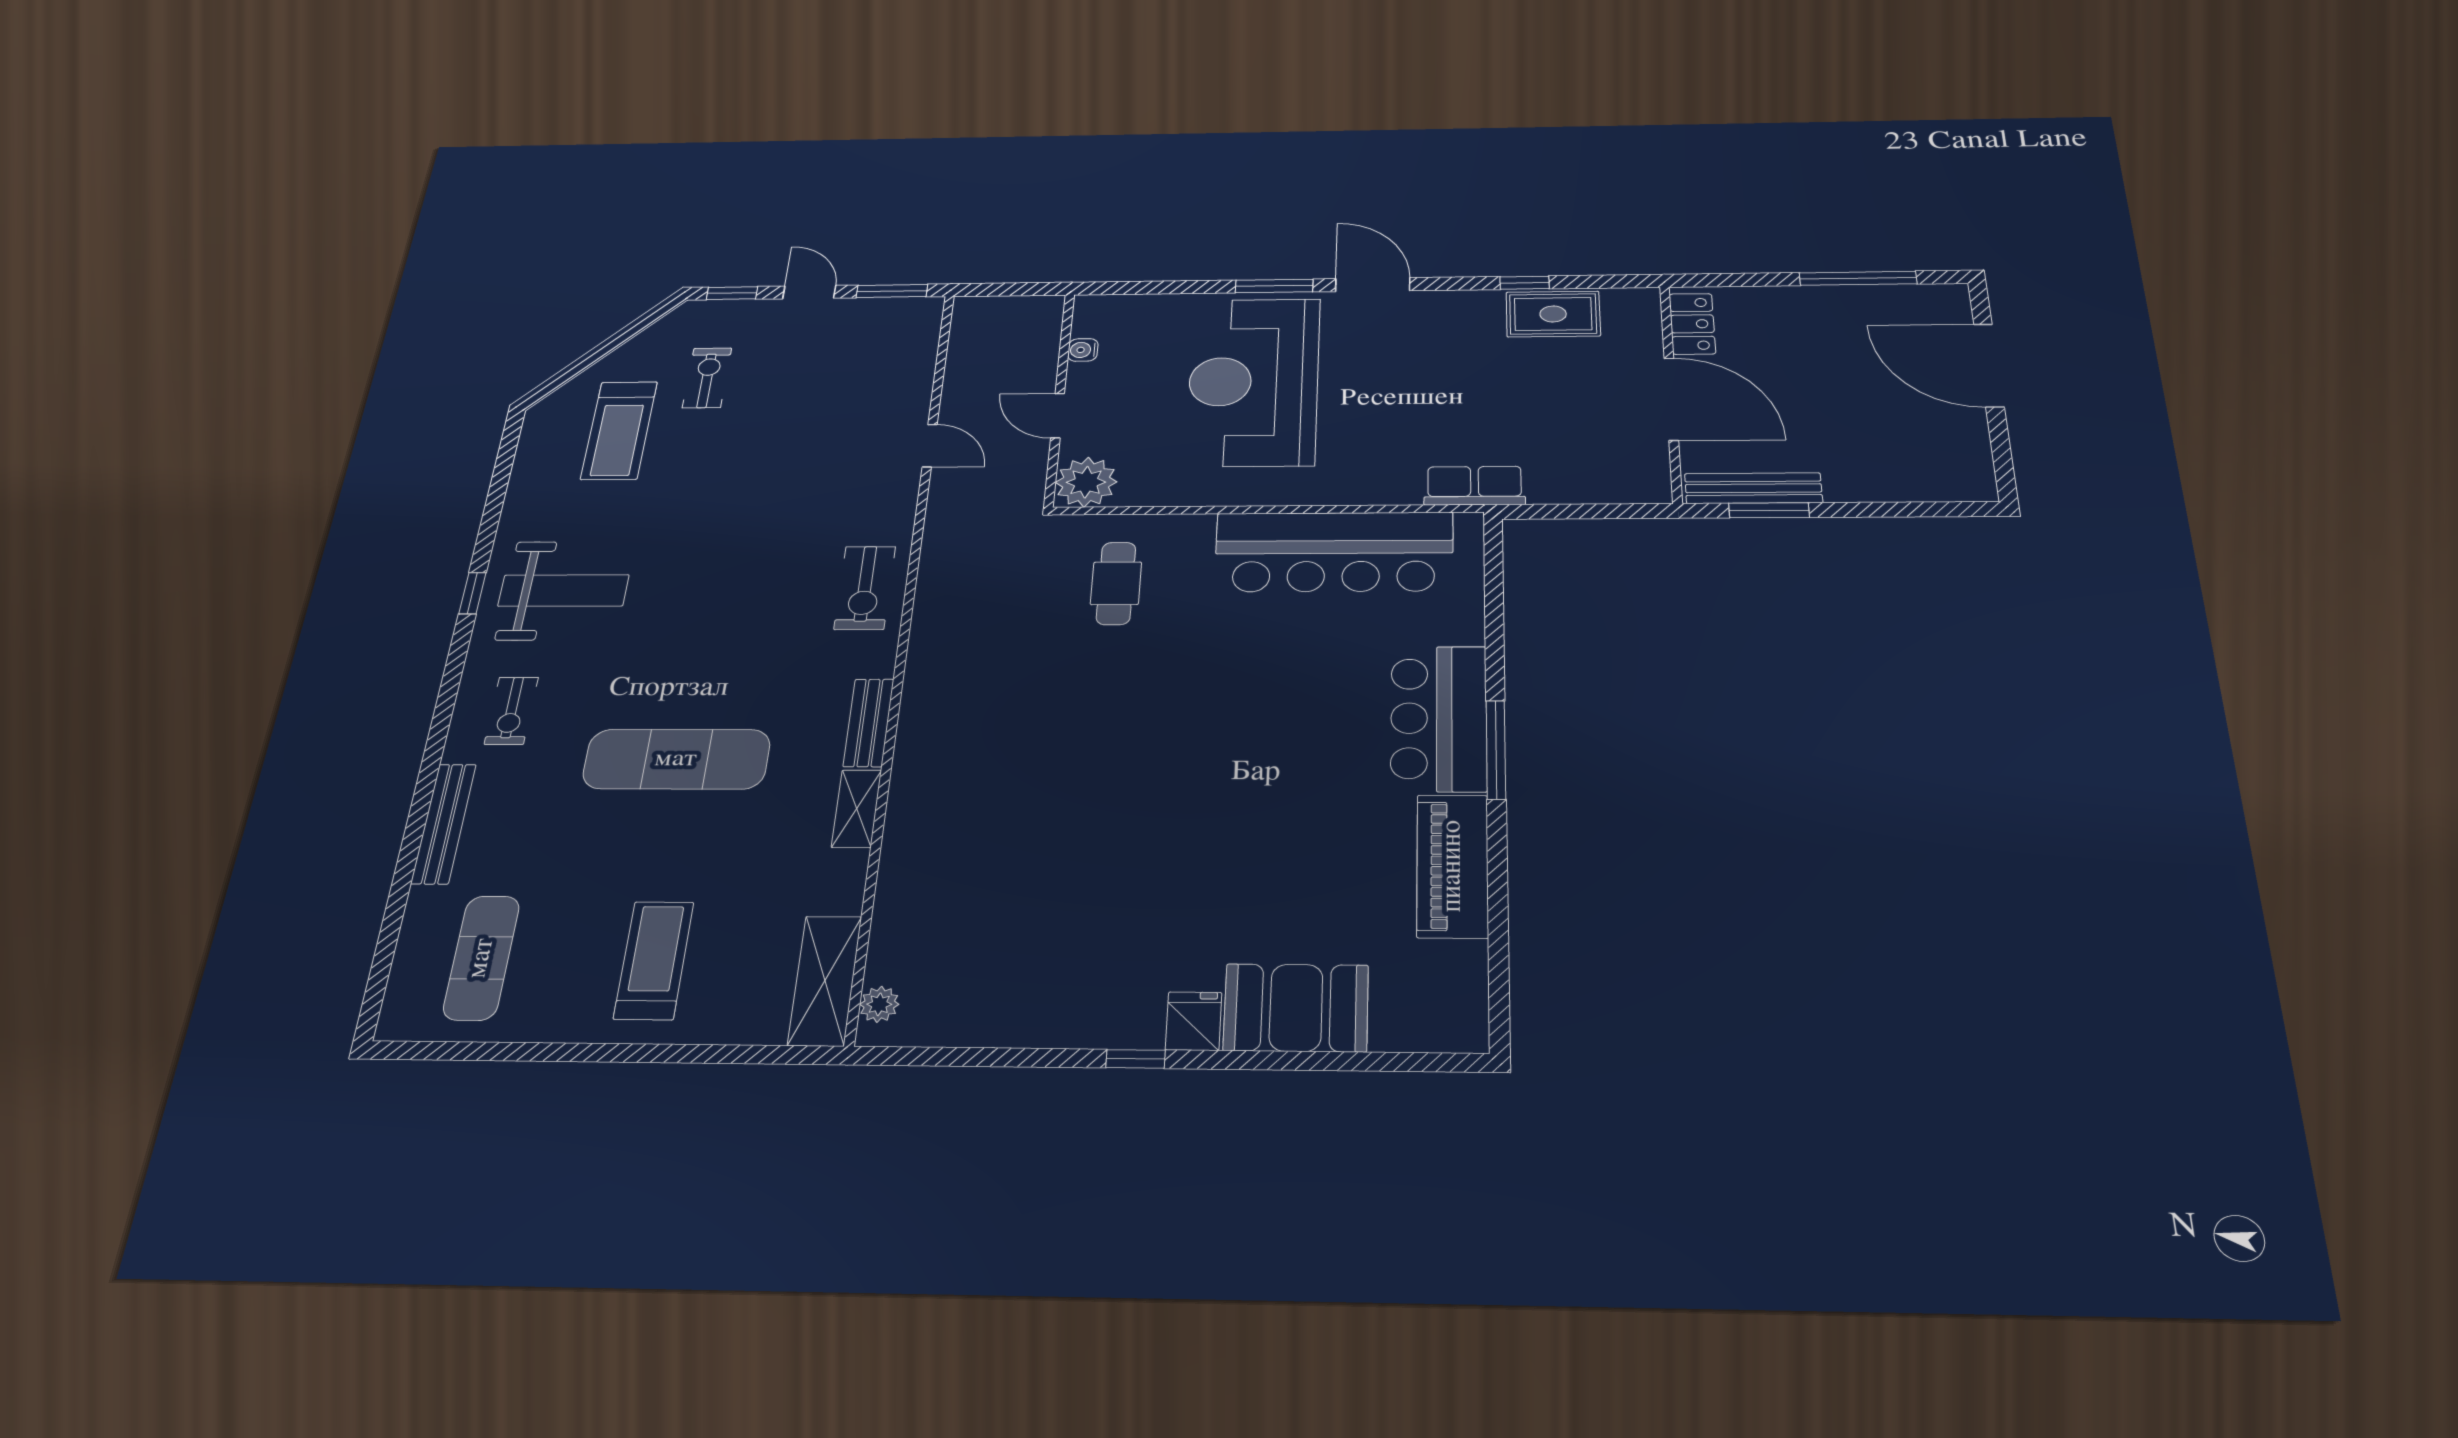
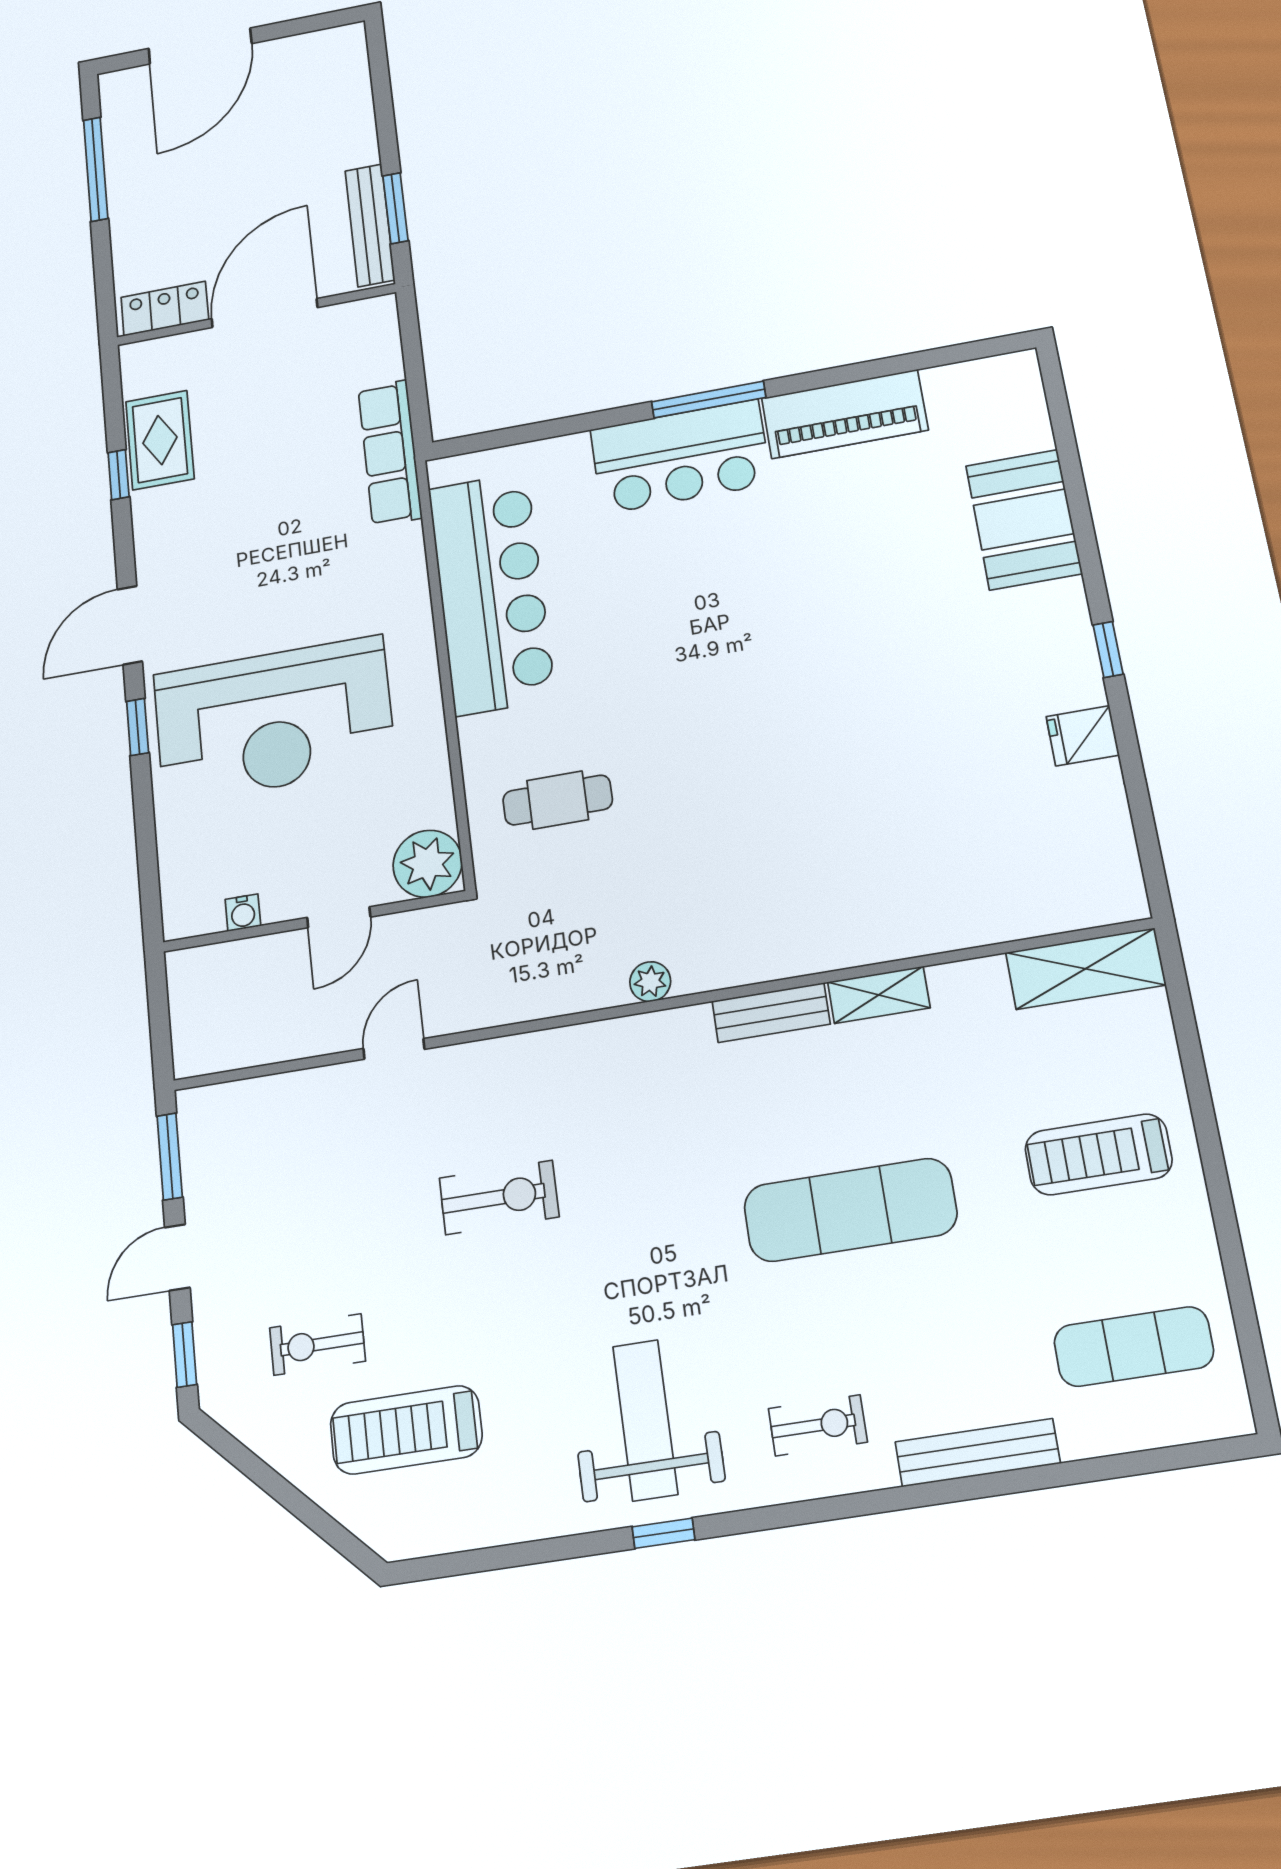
window: (1274, 286) -> (137, 727), width x0.67
treadmill: (619, 430) -> (406, 1430), turned 180
row of seats: (1474, 486) -> (390, 453), width x1.48
exercise bike: (865, 588) -> (499, 1197), moved
exercise mat: (676, 759) -> (850, 1210), turned 90
plant: (879, 1004) -> (650, 982), moved
fridge: (1194, 1021) -> (1083, 736), moved

